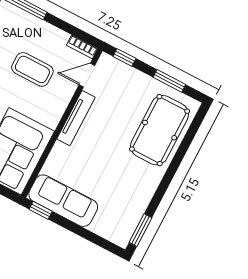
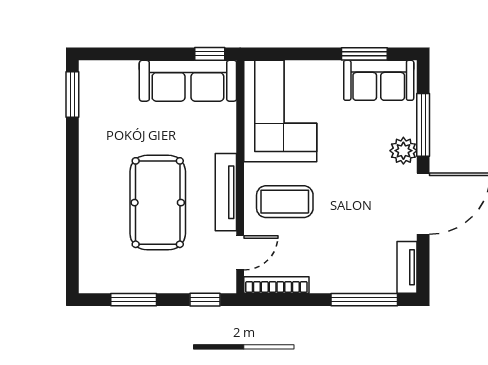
bookcase: (82, 47) -> (276, 285), width x1.56
coffee table: (32, 69) -> (285, 202), moved
pool table: (160, 130) -> (158, 203), moved

